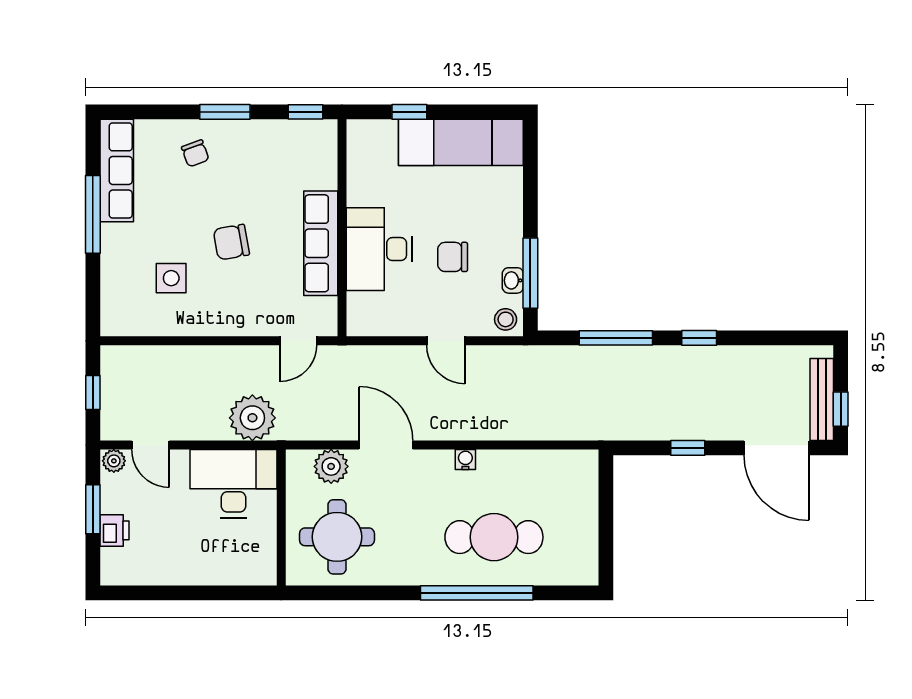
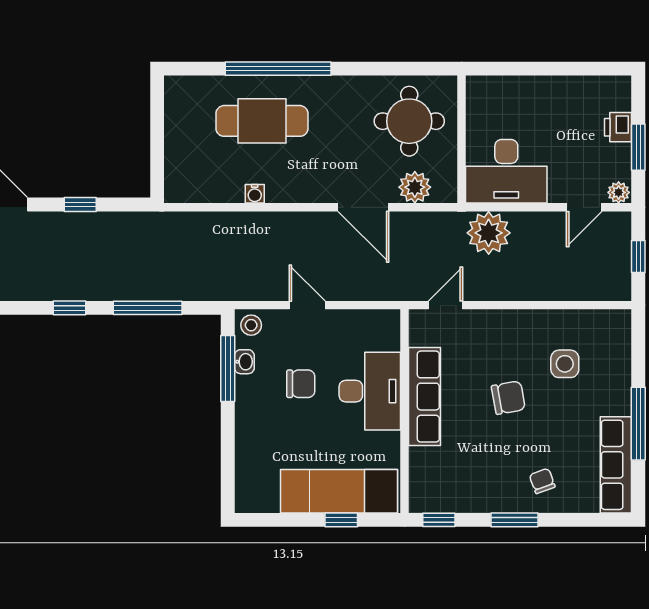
exam couch: (461, 142) -> (339, 491), moved
door: (150, 445) -> (584, 207), swing flipped
water cooler: (465, 459) -> (255, 194), moved

